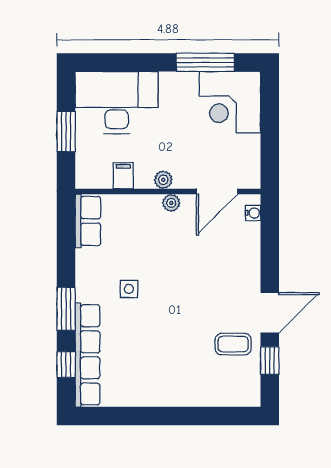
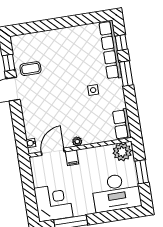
filing cabinet: (123, 176) -> (72, 158), moved
plant: (163, 180) -> (122, 152), moved, width x1.88, depth x1.88

